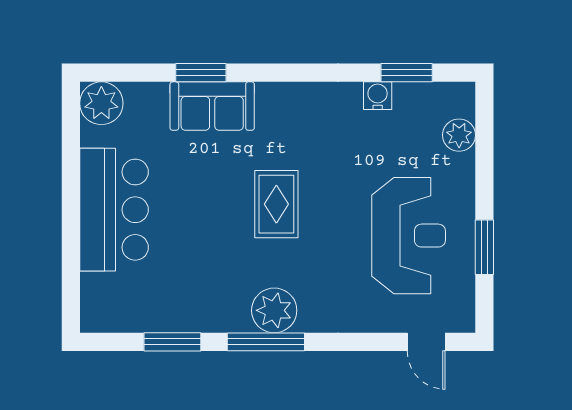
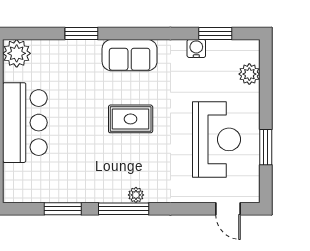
sofa: (212, 106) -> (130, 55), moved
rug: (276, 204) -> (131, 119), turned 90
plant: (274, 310) -> (136, 195), width x0.53, depth x0.53

